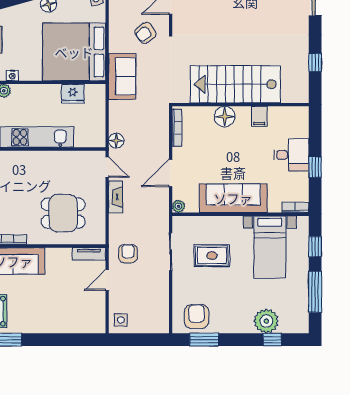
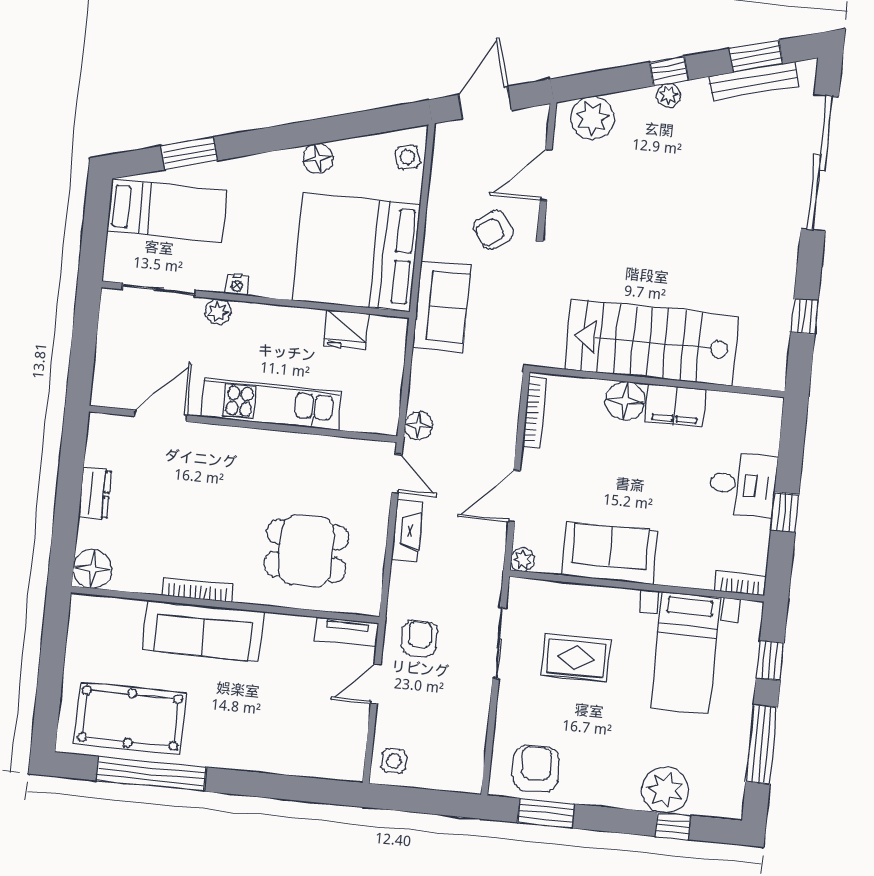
filing cabinet: (259, 116) -> (676, 406), width x2.00
sofa: (233, 198) -> (610, 553), width x0.73

